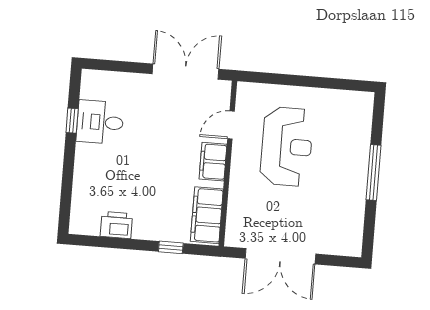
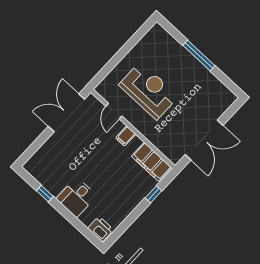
desk: (100, 122) -> (77, 197), moved
filing cabinet: (213, 162) -> (126, 136), width x0.50
printer: (116, 225) -> (101, 229), moved, turned 90

